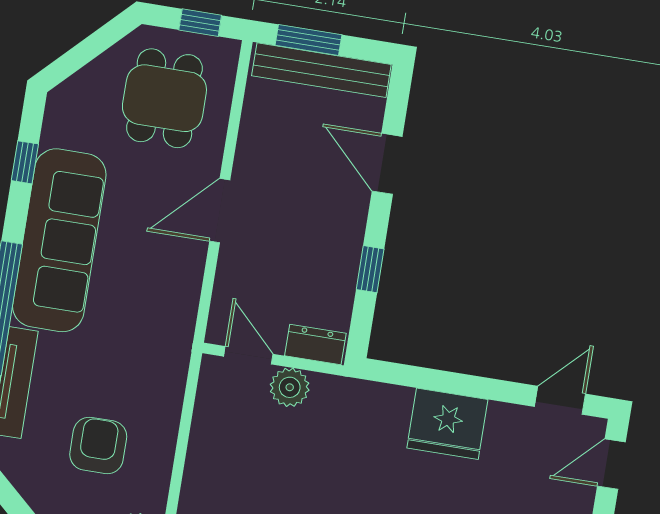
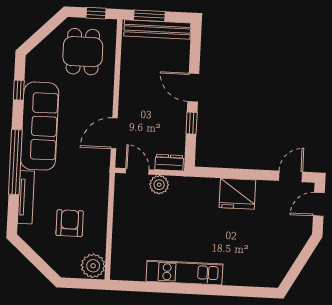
door: (387, 164) -> (193, 88), moved
door: (220, 211) -> (114, 133), moved

